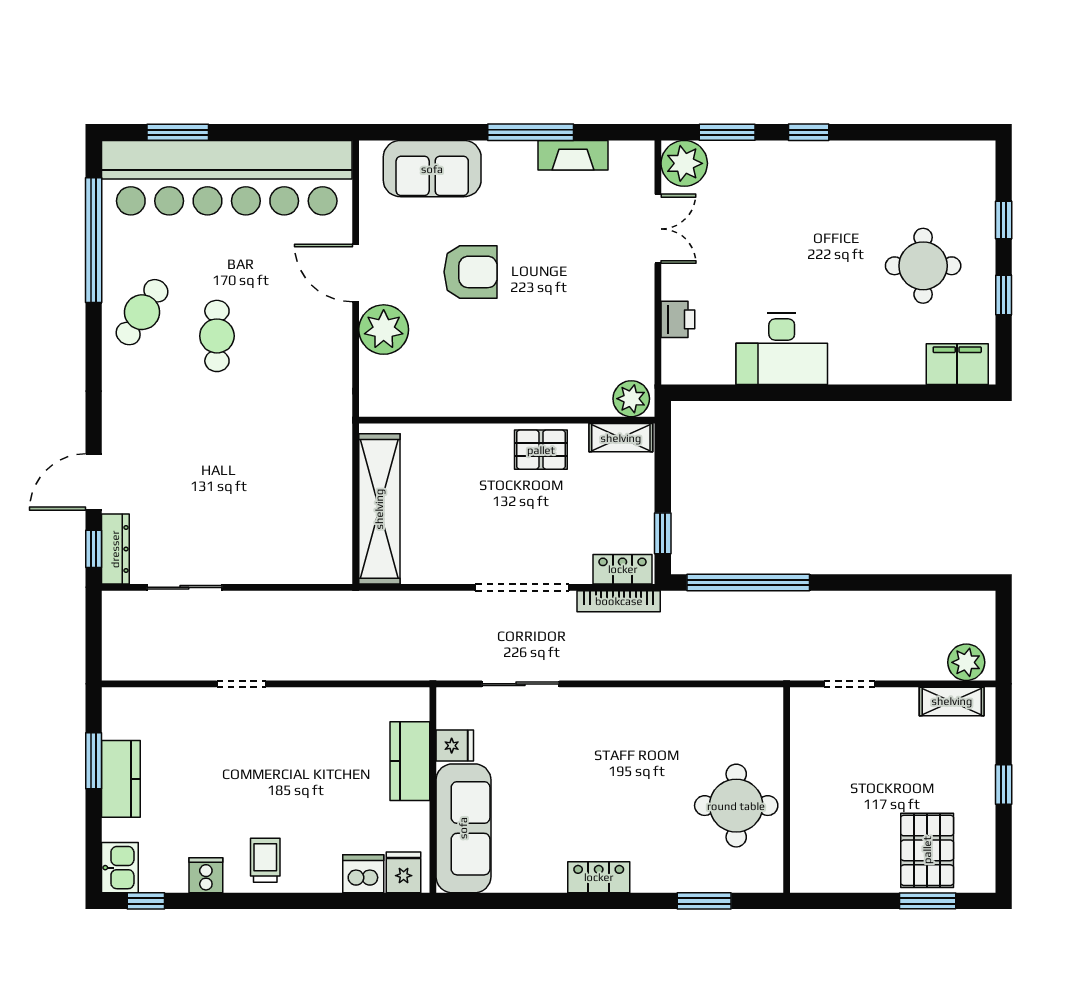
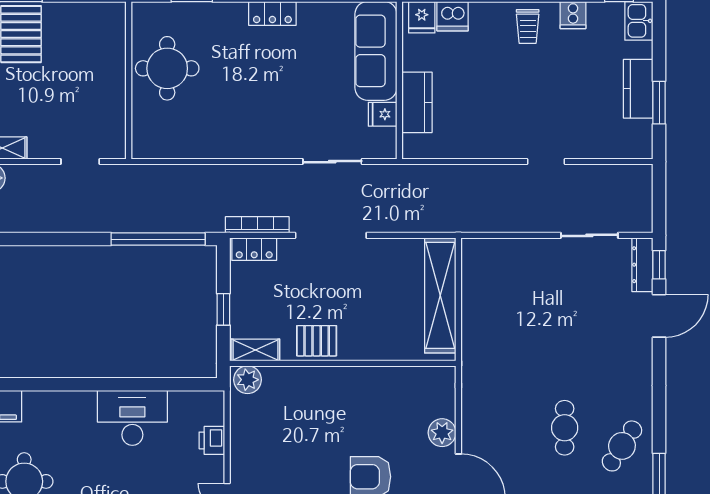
plant: (384, 330) -> (442, 433), width x0.73, depth x0.73
window: (663, 533) -> (223, 309), moved

